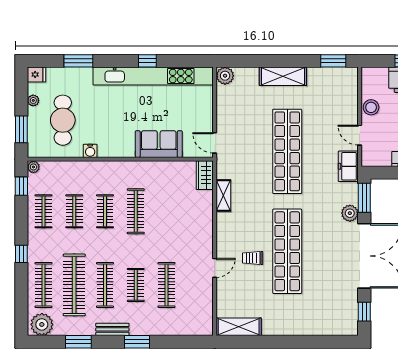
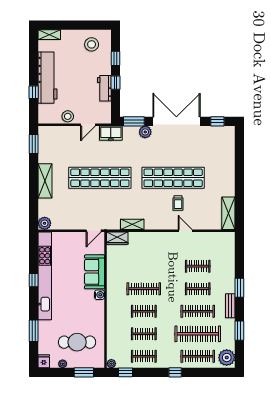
water cooler: (90, 151) -> (100, 295), moved
clothes rail: (166, 285) -> (198, 266), width x0.73

